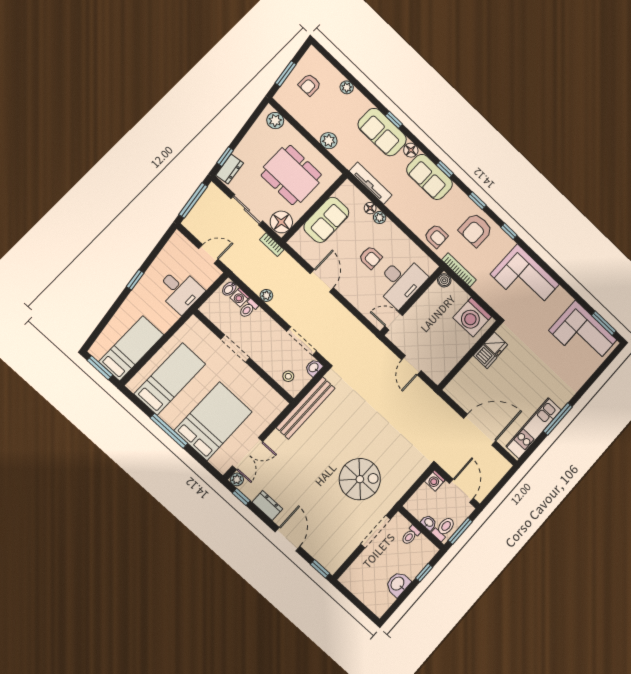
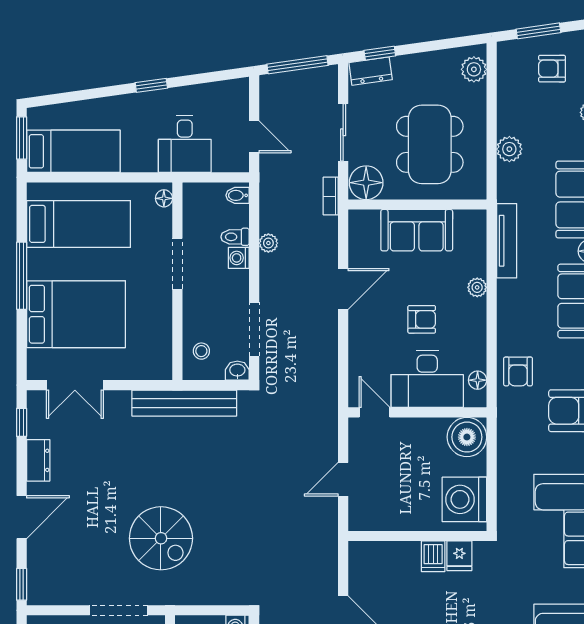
floor lamp: (370, 208) -> (478, 380), moved
armchair: (371, 257) -> (422, 319), turned -90
bookcase: (459, 270) -> (504, 434), removed
boiler: (444, 280) -> (467, 437), width x1.86, depth x1.86
washing machine: (240, 297) -> (239, 258), moved
floor lamp: (197, 325) -> (164, 198), added
plant: (237, 479) -> (36, 400), removed

